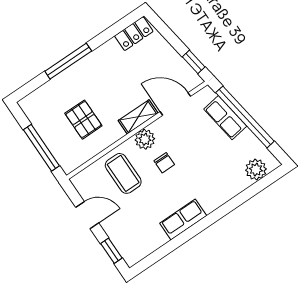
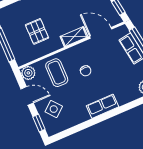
plant: (145, 139) -> (28, 73), moved
row of seats: (183, 219) -> (103, 106), moved
side table: (129, 227) -> (54, 109), added

